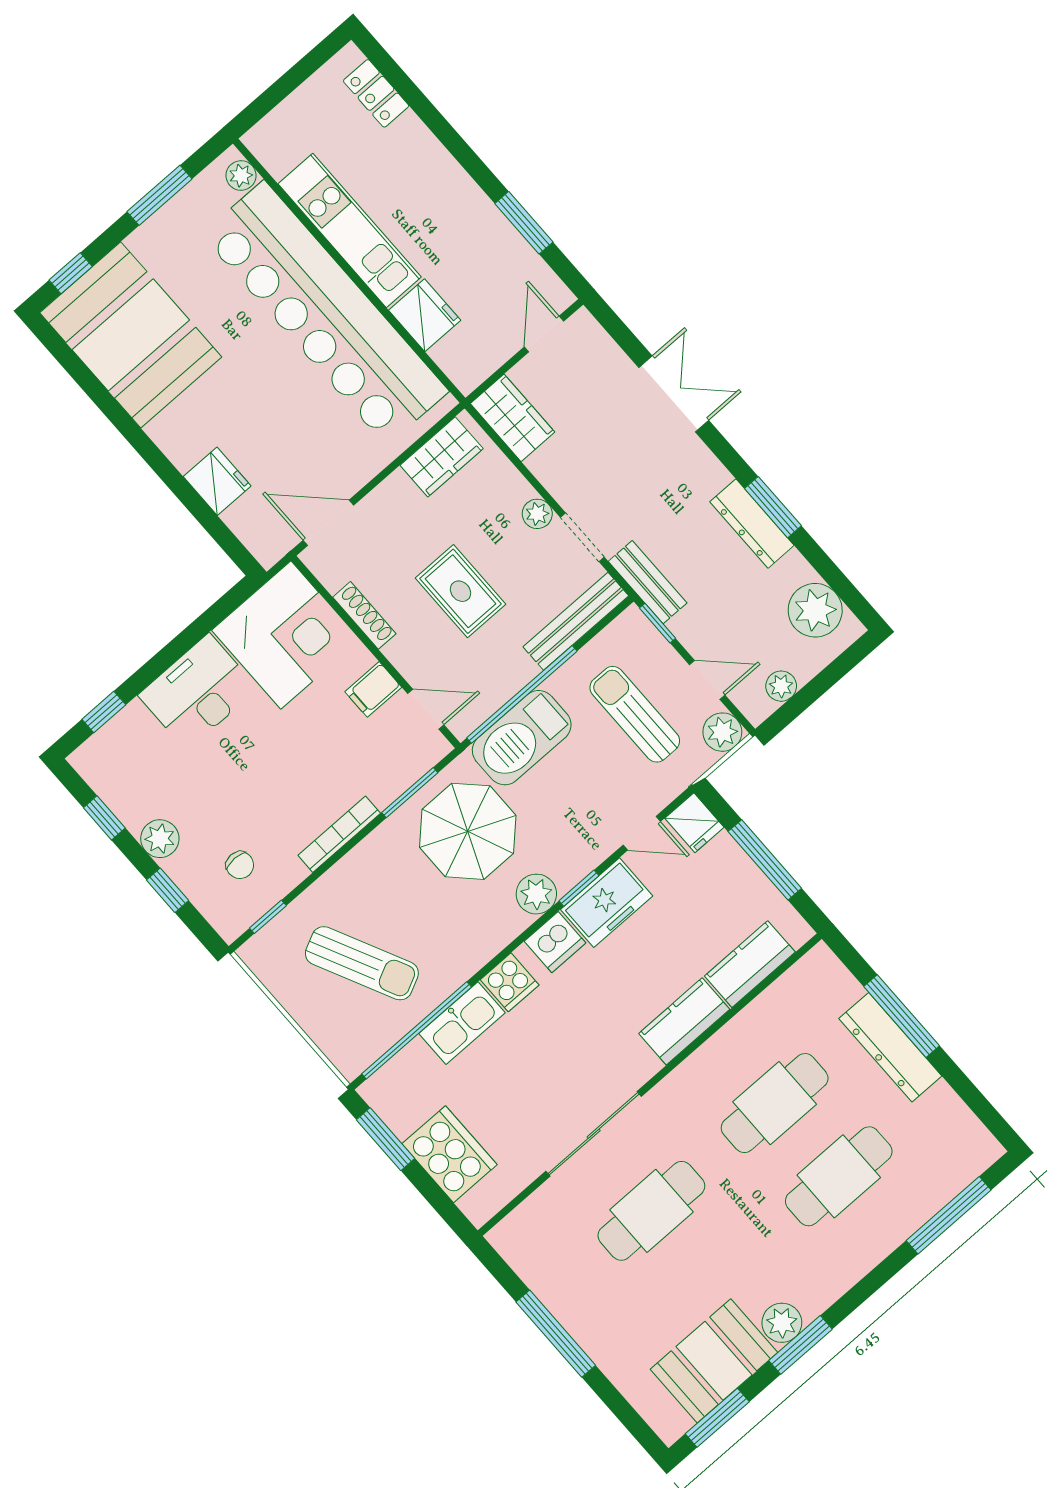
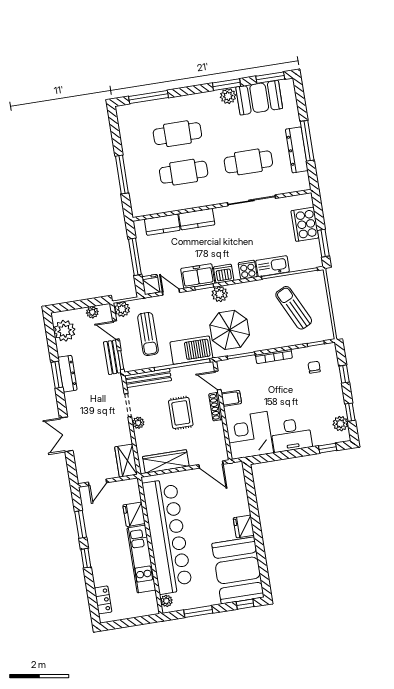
window: (468, 158) -> (86, 558), added
wardrobe: (442, 457) -> (166, 461), width x1.50
fridge: (217, 481) -> (244, 526), moved
bench: (648, 582) -> (112, 357), moved
shoe rack: (364, 615) -> (216, 407), moved
plant: (160, 839) -> (340, 424), moved
dresser: (890, 1047) -> (297, 150), moved, turned 180

